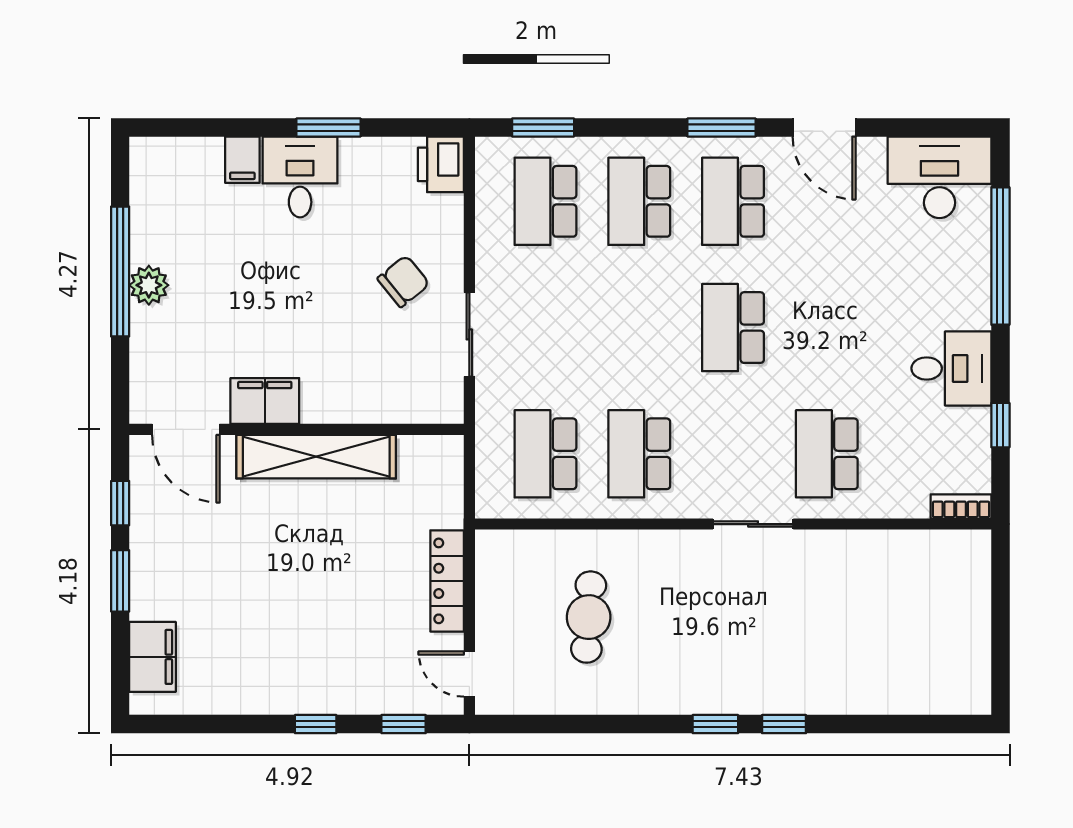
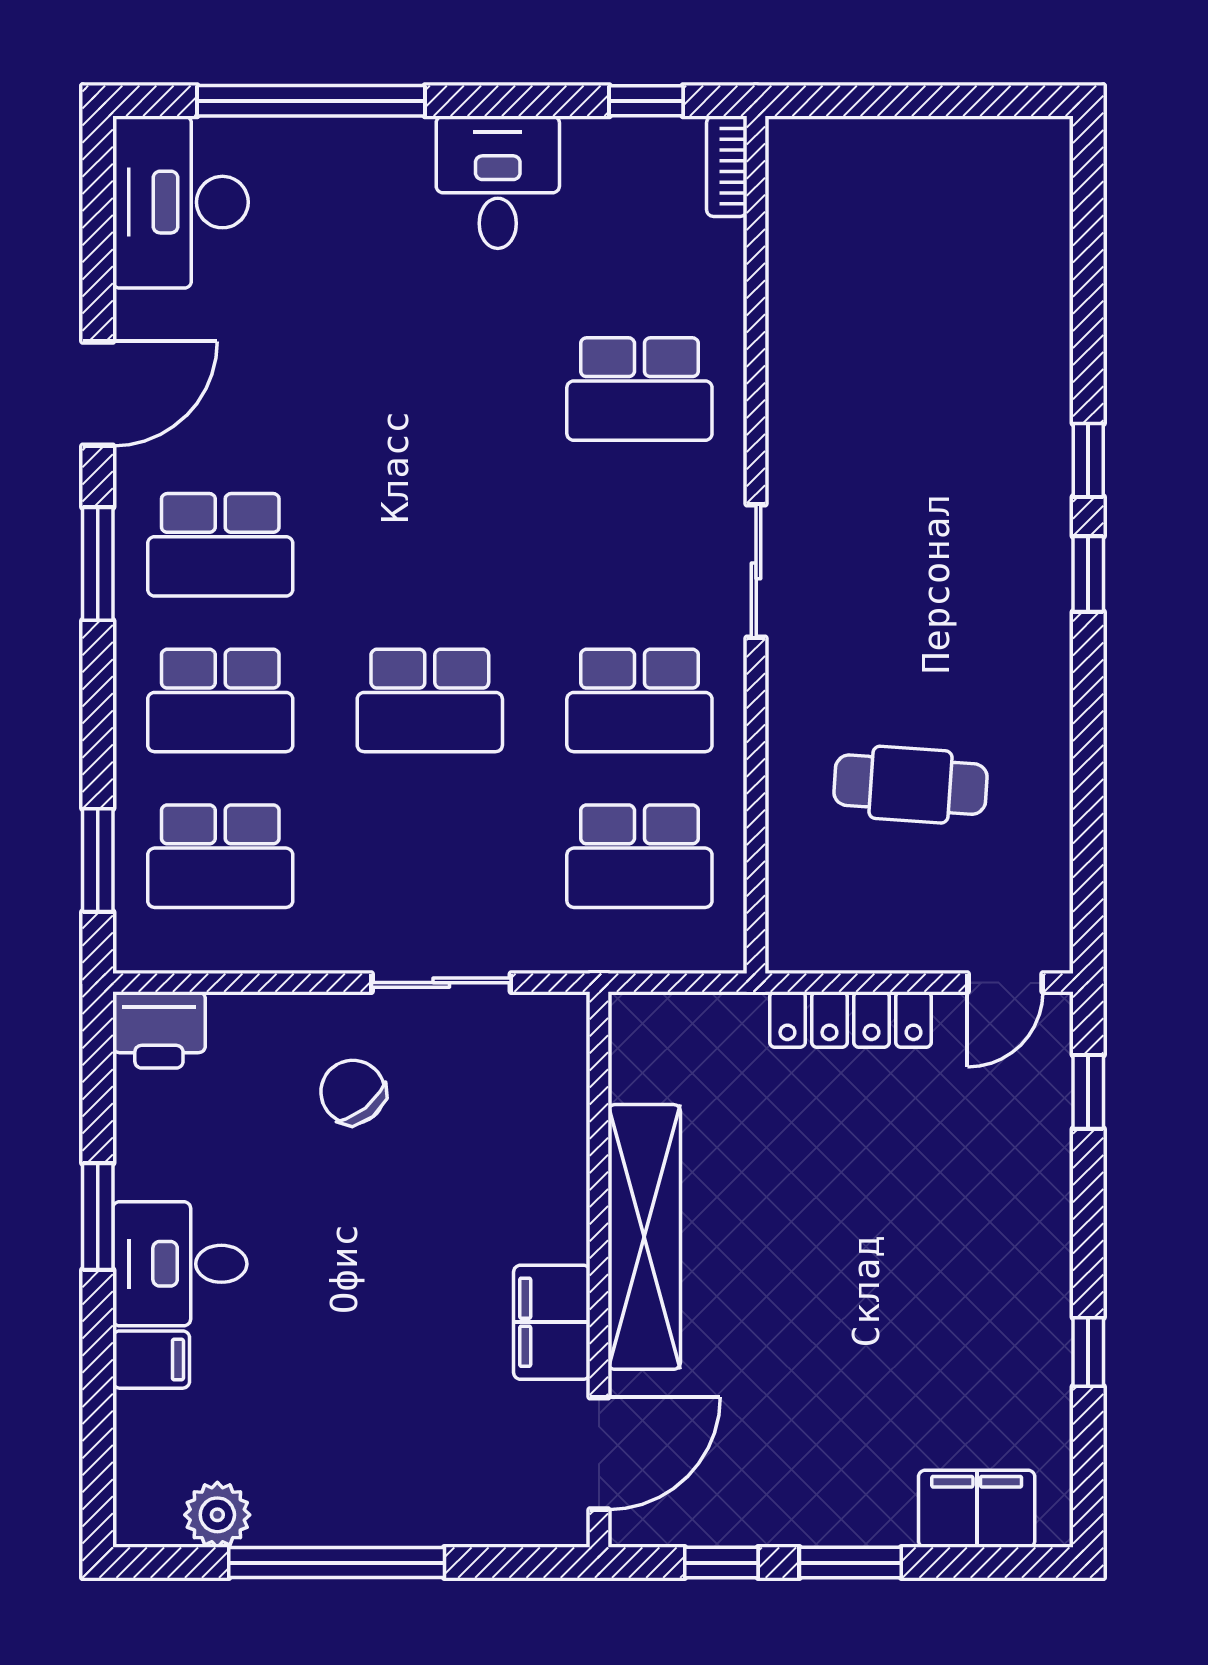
plant: (149, 285) -> (217, 1515), moved
school desk: (733, 328) -> (430, 700), moved
window: (1000, 425) -> (646, 101), moved
sliding door: (753, 524) -> (756, 571), moved
window: (316, 724) -> (1088, 1352), moved

